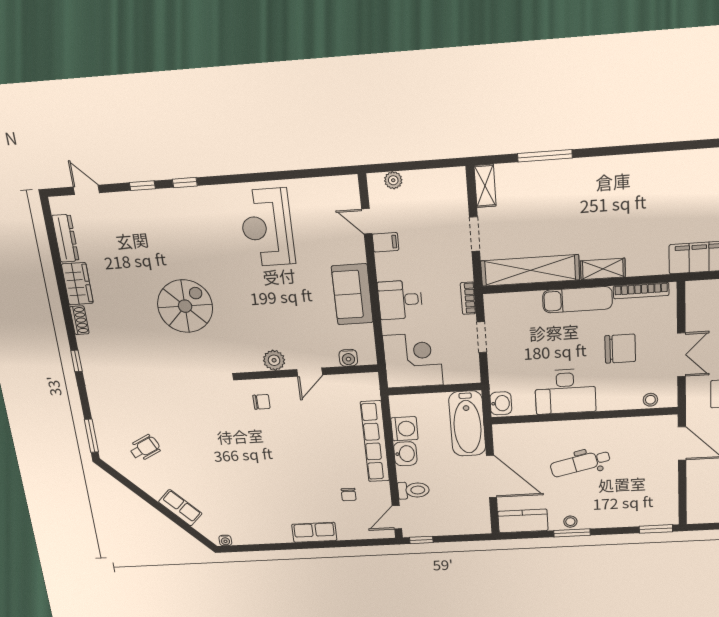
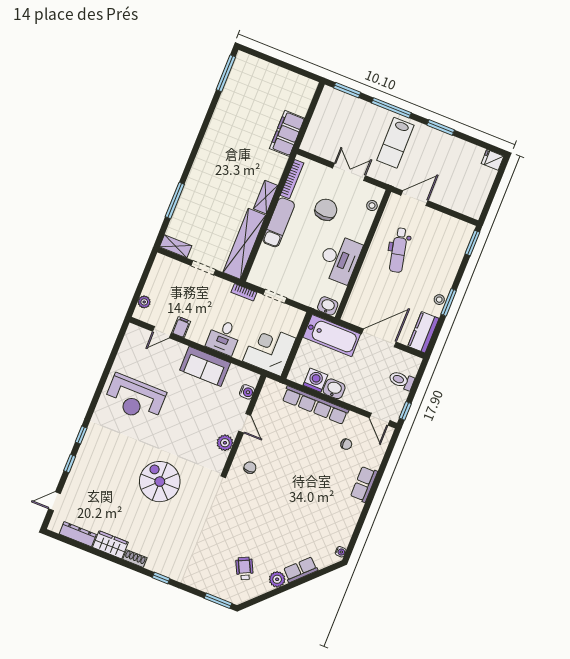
dental chair: (580, 463) -> (399, 250), moved
plant: (155, 488) -> (277, 579), added
toilet: (413, 490) -> (401, 380), moved, turned -90

